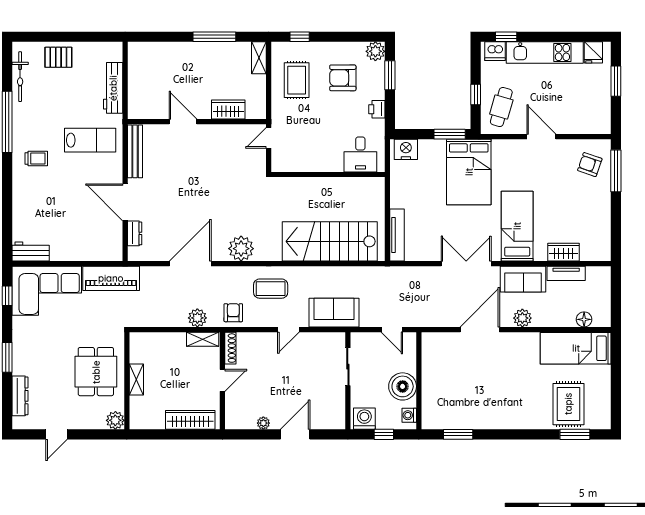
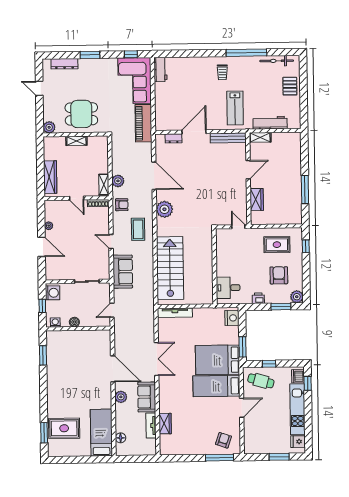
shelving: (259, 58) -> (260, 137), moved
bed: (517, 226) -> (216, 386), moved, turned 180
boiler: (403, 386) -> (74, 322), width x0.54, depth x0.54

